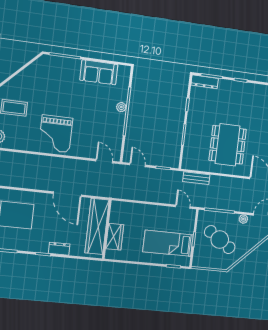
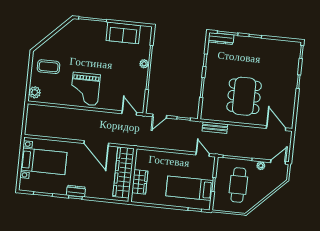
door: (137, 165) -> (160, 116), swing flipped
cafe table: (220, 240) -> (238, 185), turned 56
dresser: (59, 249) -> (76, 191), moved

